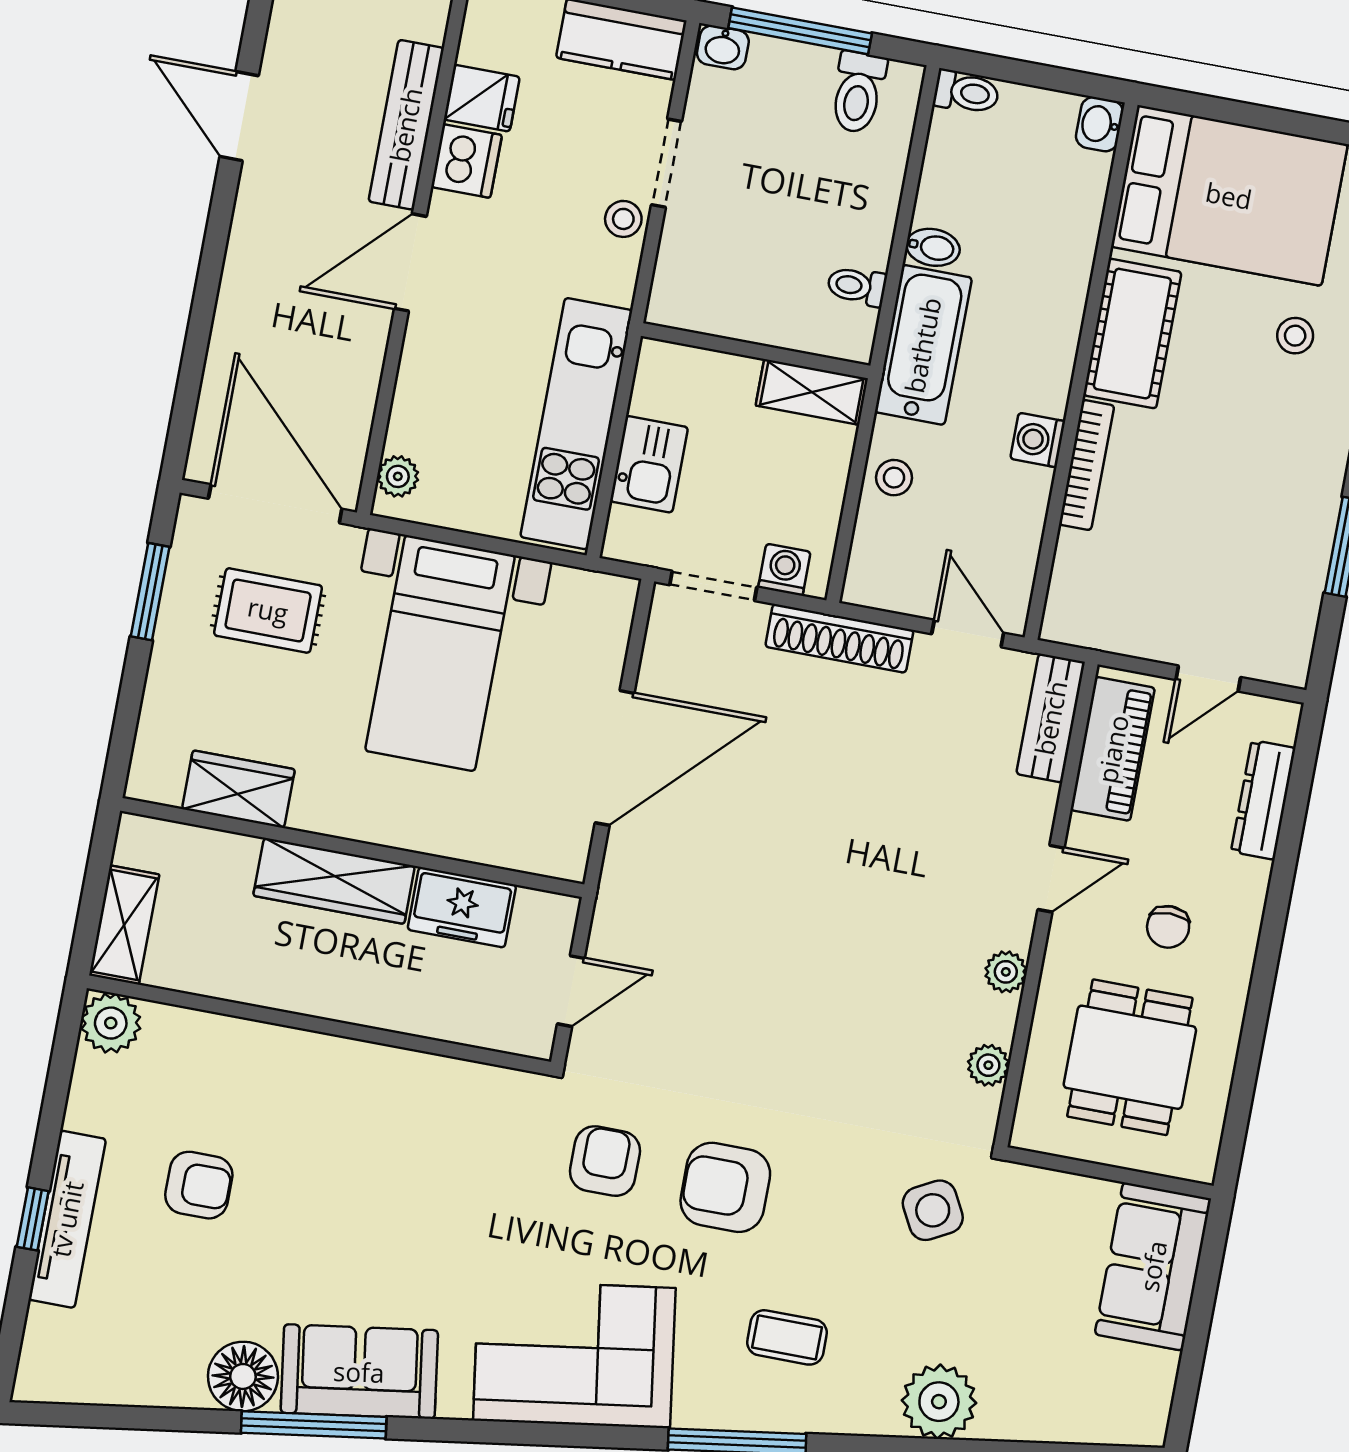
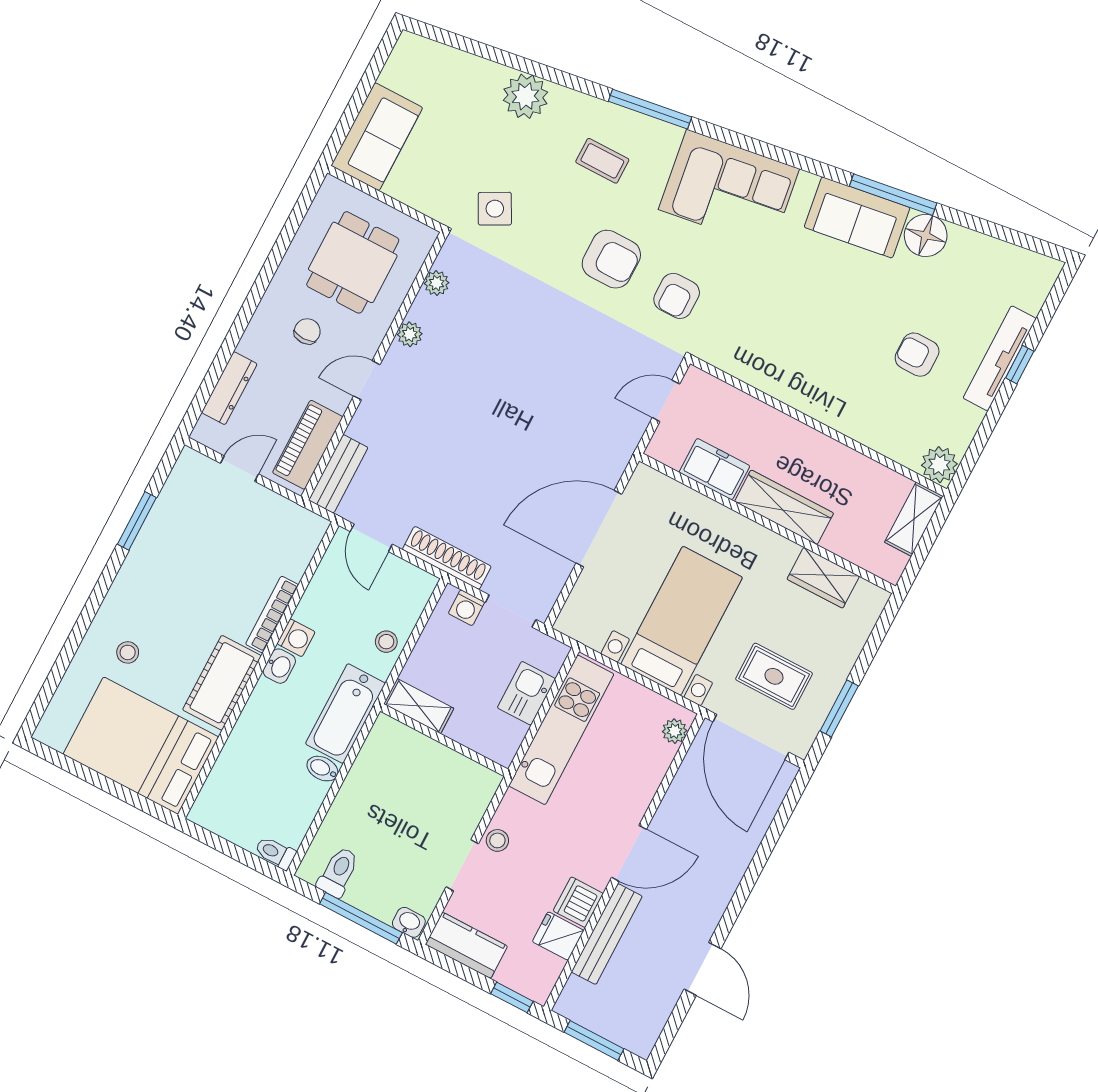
washbasin: (1099, 124) -> (279, 666), moved
toilet: (857, 286) -> (374, 760), removed

